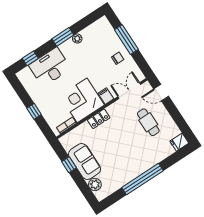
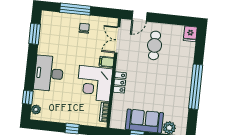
window: (63, 37) -> (35, 34), moved
plant: (77, 39) -> (36, 109), moved
desk: (50, 67) -> (49, 73), moved
cafe table: (148, 122) -> (155, 45), turned 90

